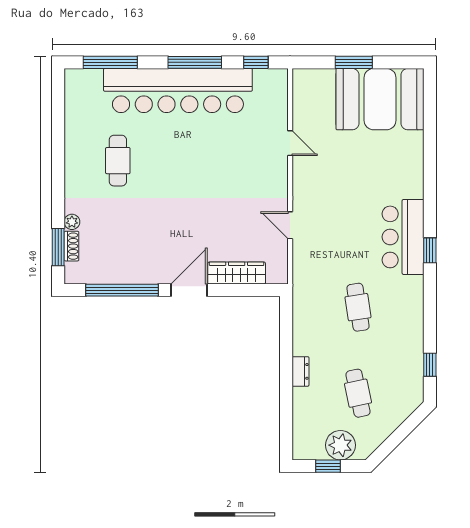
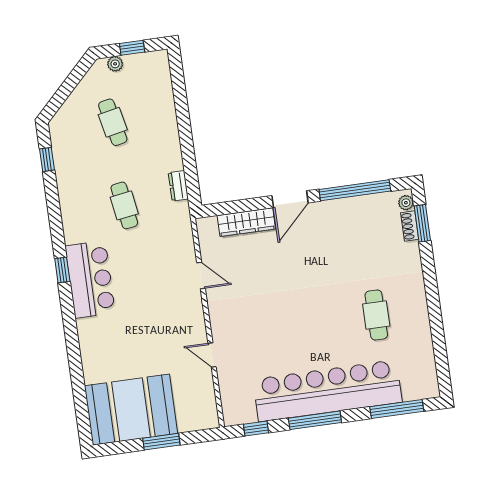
plant: (72, 222) -> (406, 203), moved
dresser: (300, 371) -> (178, 186), moved
plant: (340, 445) -> (115, 64), width x0.53, depth x0.53

